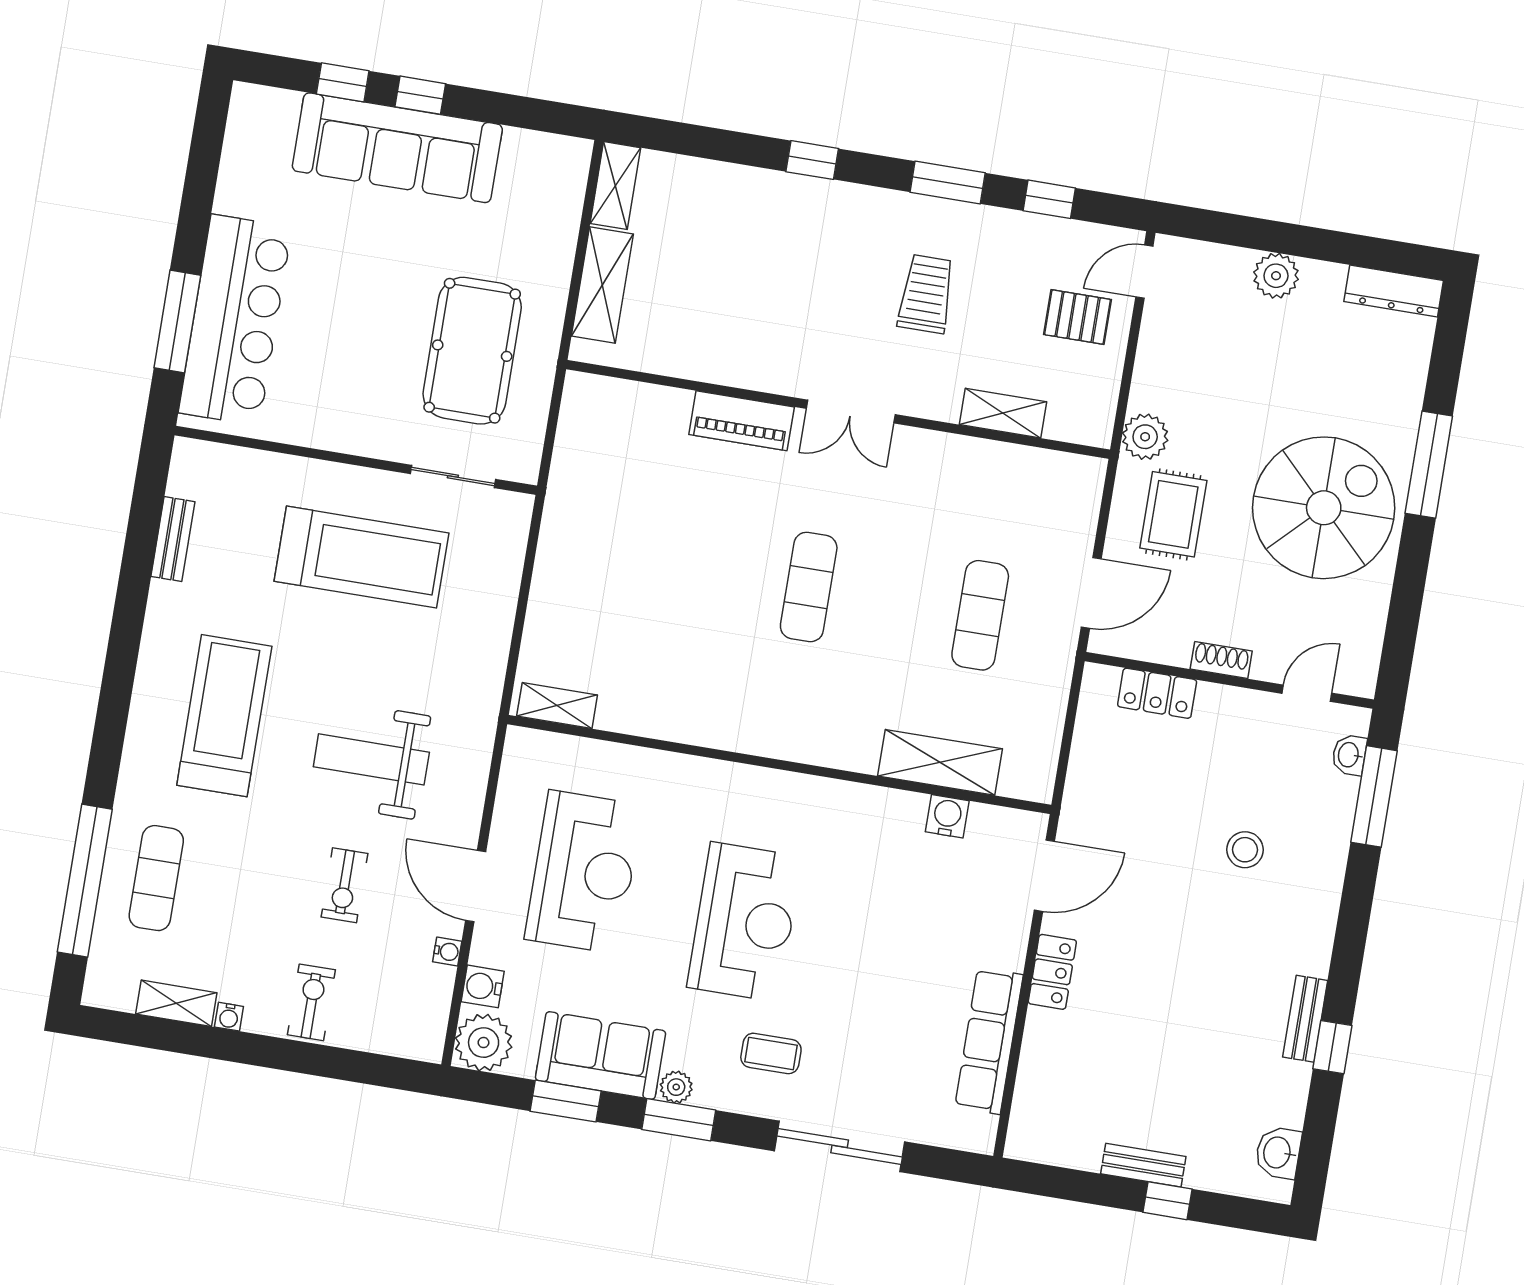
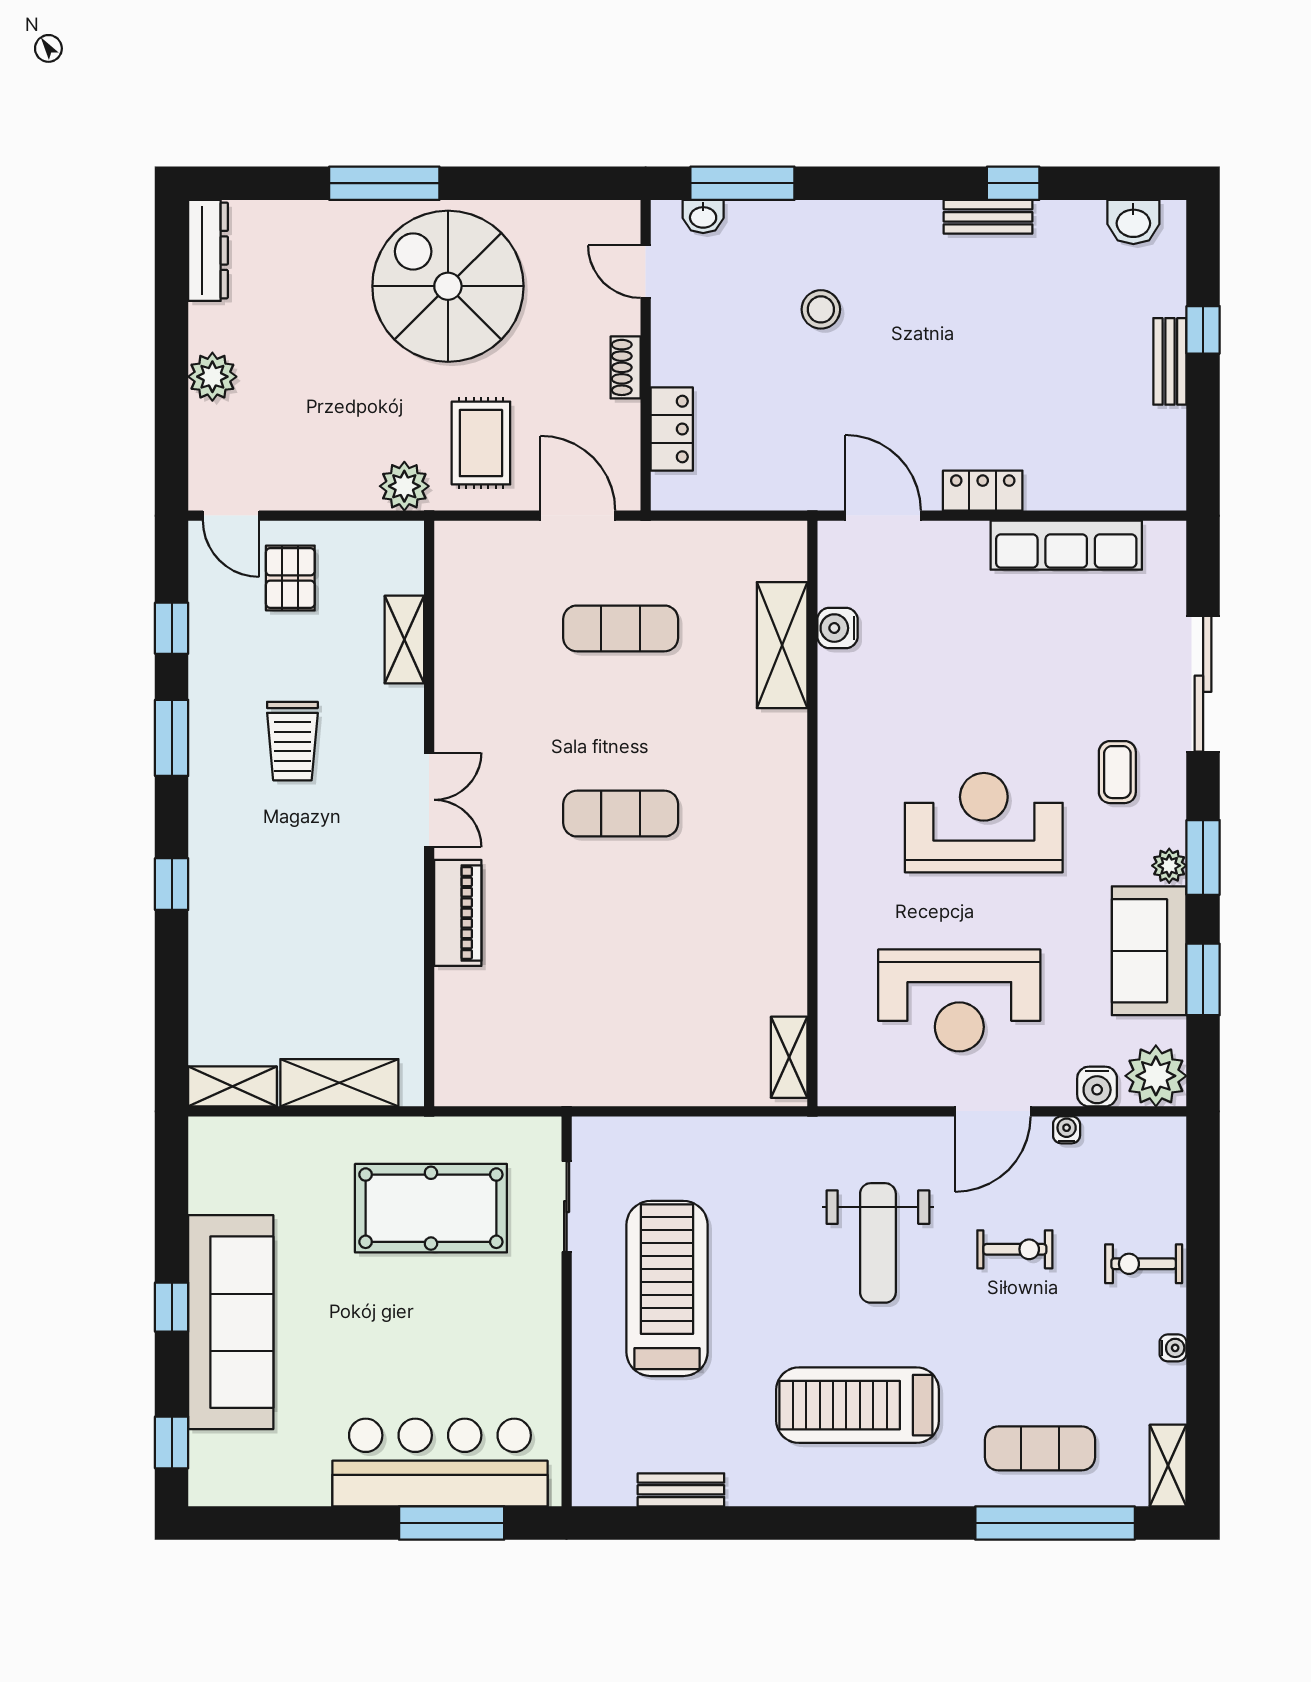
window: (343, 82) -> (172, 1442), moved
trolley: (926, 294) -> (292, 741), turned -90
rug: (1173, 514) -> (481, 443), turned 90
reception desk: (584, 872) -> (959, 1000), turned 180
shelving: (176, 1003) -> (1168, 1466), moved

